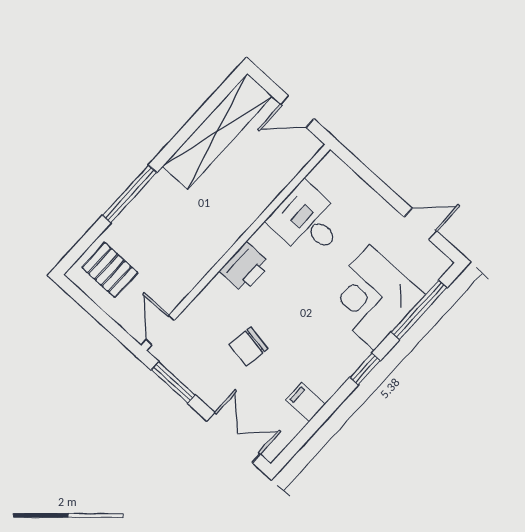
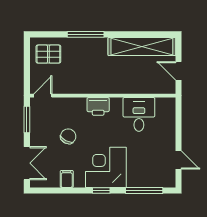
pallet: (110, 270) -> (48, 54), turned 90
corner desk: (372, 297) -> (106, 167), moved
chair: (248, 346) -> (68, 136), turned 109

